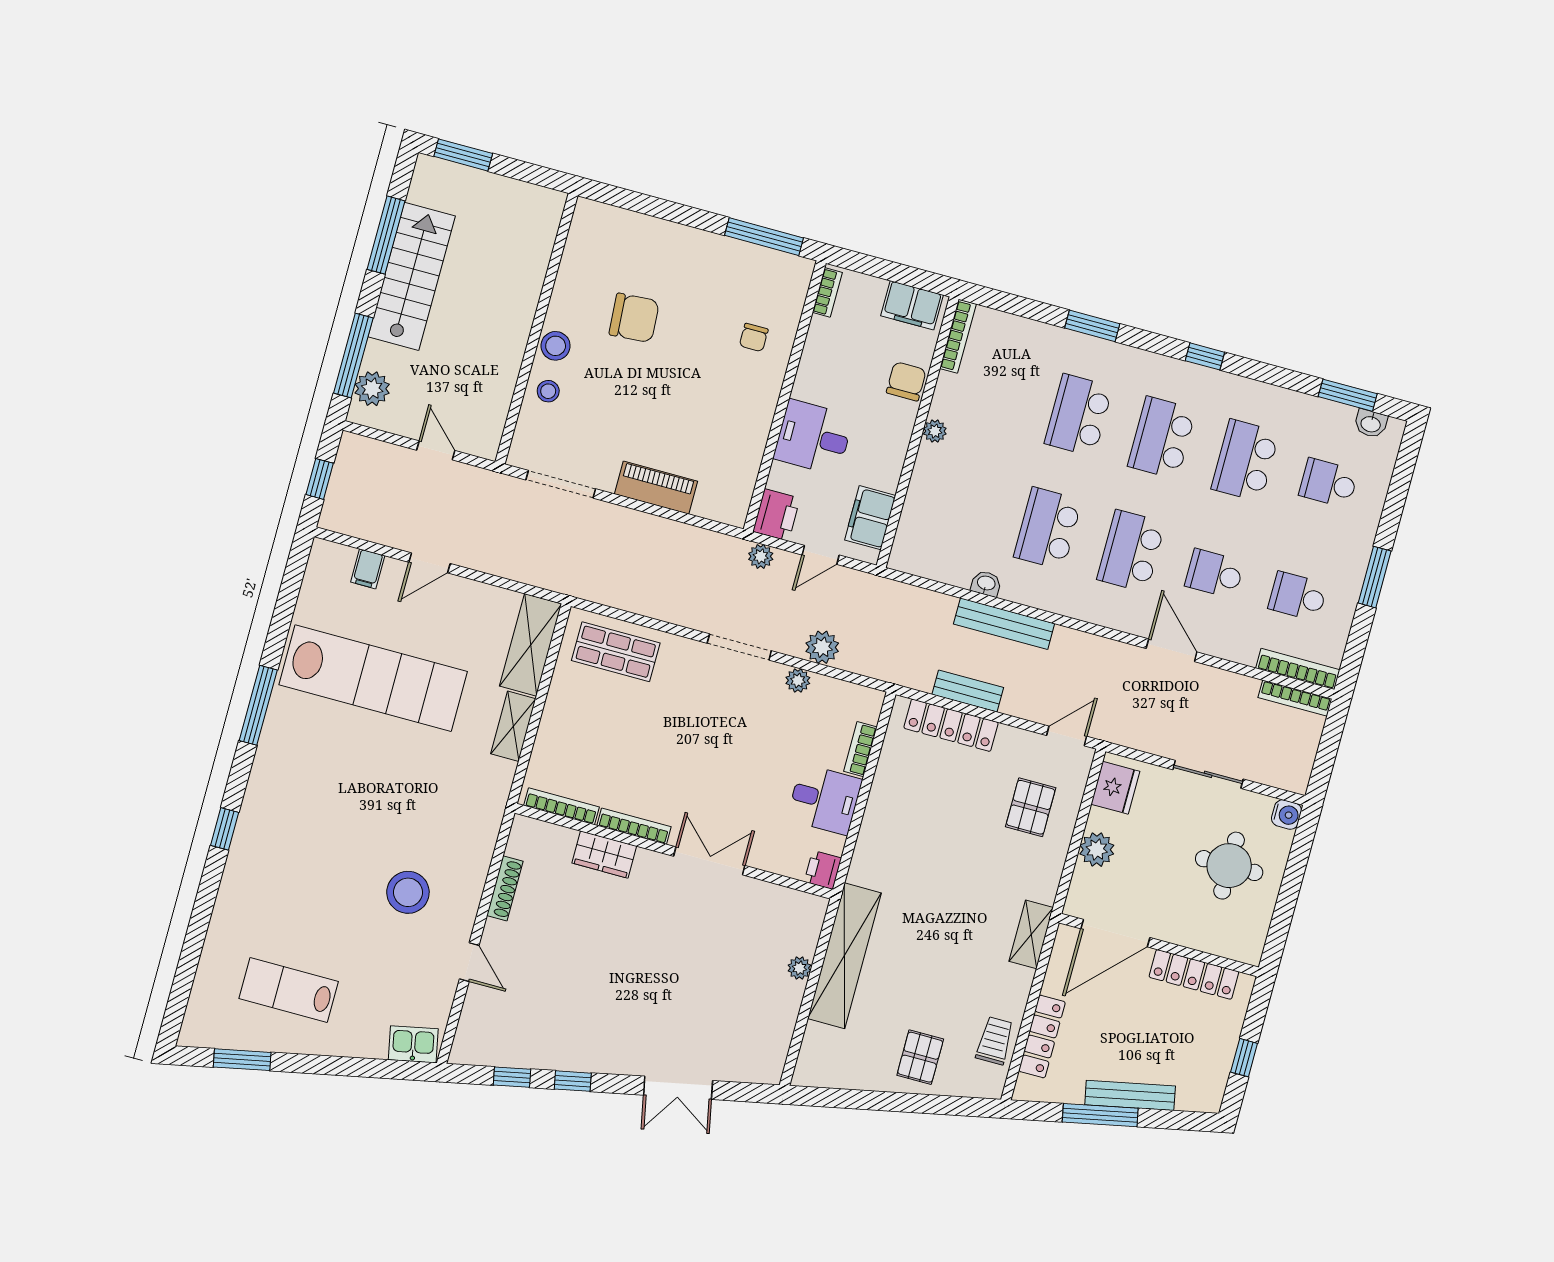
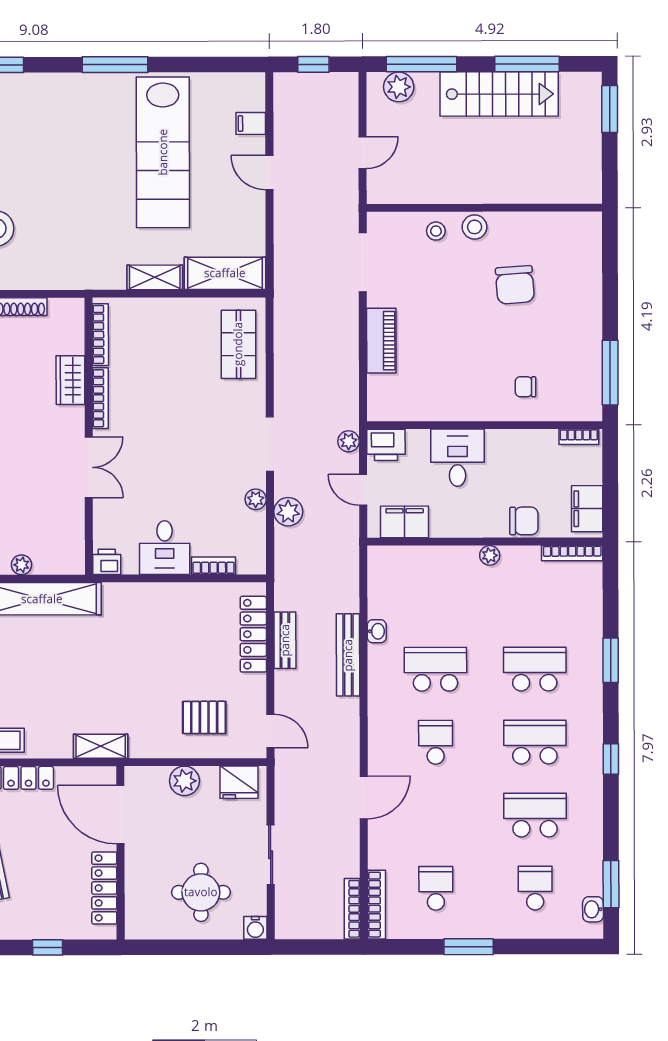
school desk: (1131, 551) -> (436, 742), width x0.54
school desk: (1214, 574) -> (436, 815), removed

